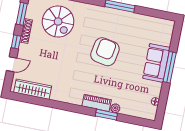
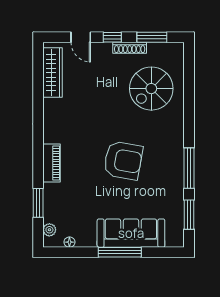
window: (153, 13) -> (189, 215), added
sofa: (156, 63) -> (131, 233), width x1.36
plant: (115, 108) -> (49, 230), moved
window: (106, 115) -> (38, 203), moved

